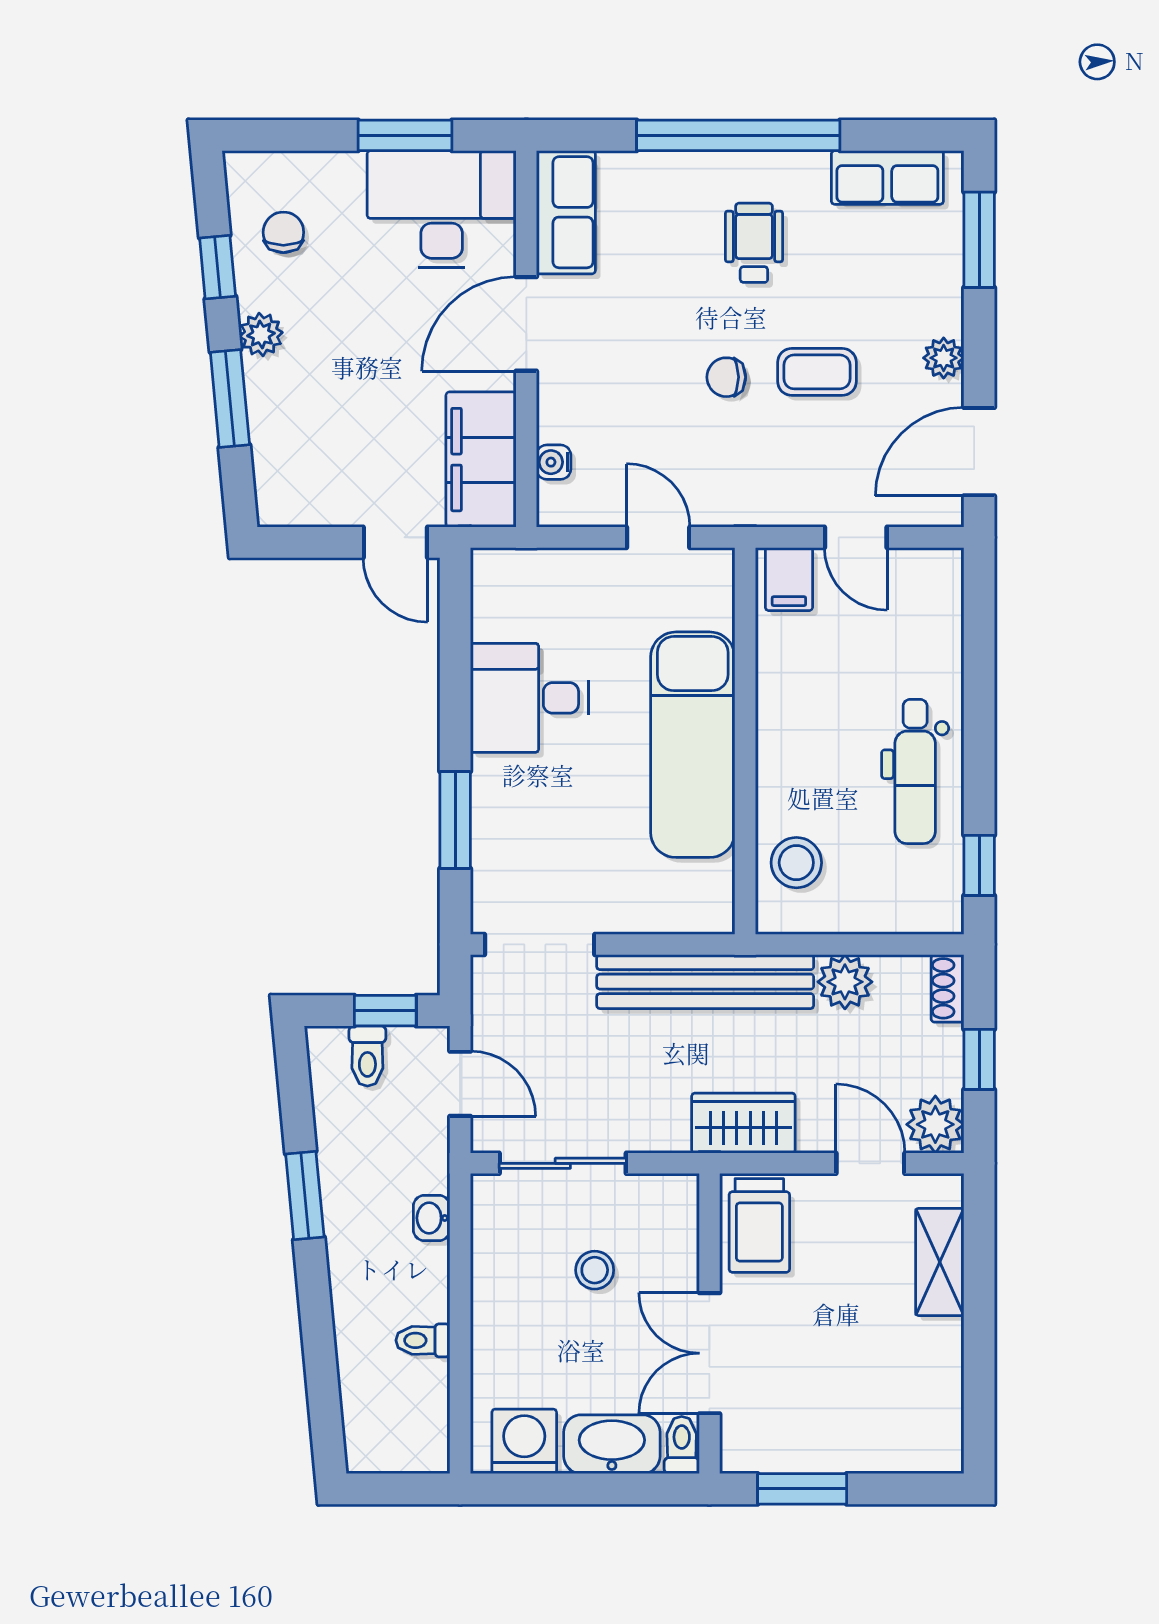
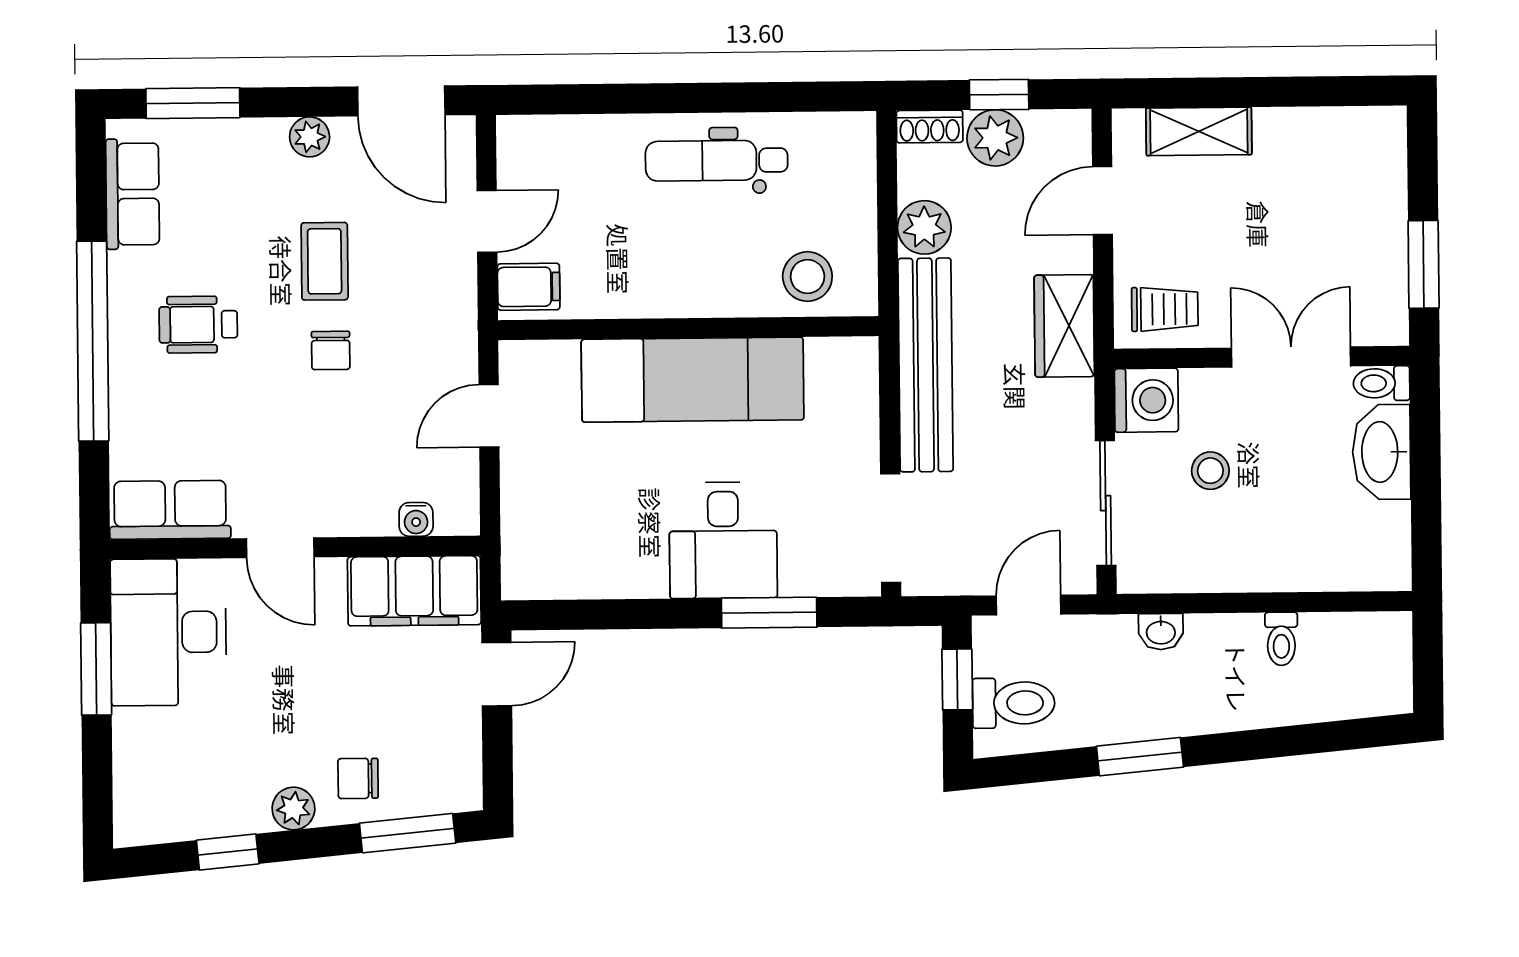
chair: (283, 232) -> (358, 778), moved
door: (526, 324) -> (280, 548), width x0.73
window: (230, 399) -> (408, 833), moved
desk: (529, 698) -> (723, 540), moved
dental chair: (915, 771) -> (717, 161), turned 180
window: (979, 865) -> (808, 97), removed
toilet: (367, 1056) -> (1014, 703), width x1.37, depth x1.39
plant: (935, 1124) -> (995, 138), moved
trolley: (759, 1225) -> (1165, 309), width x0.73, depth x0.72
double door: (709, 1353) -> (1291, 357), swing flipped
washing machine: (524, 1441) -> (1146, 400), moved, turned 180

